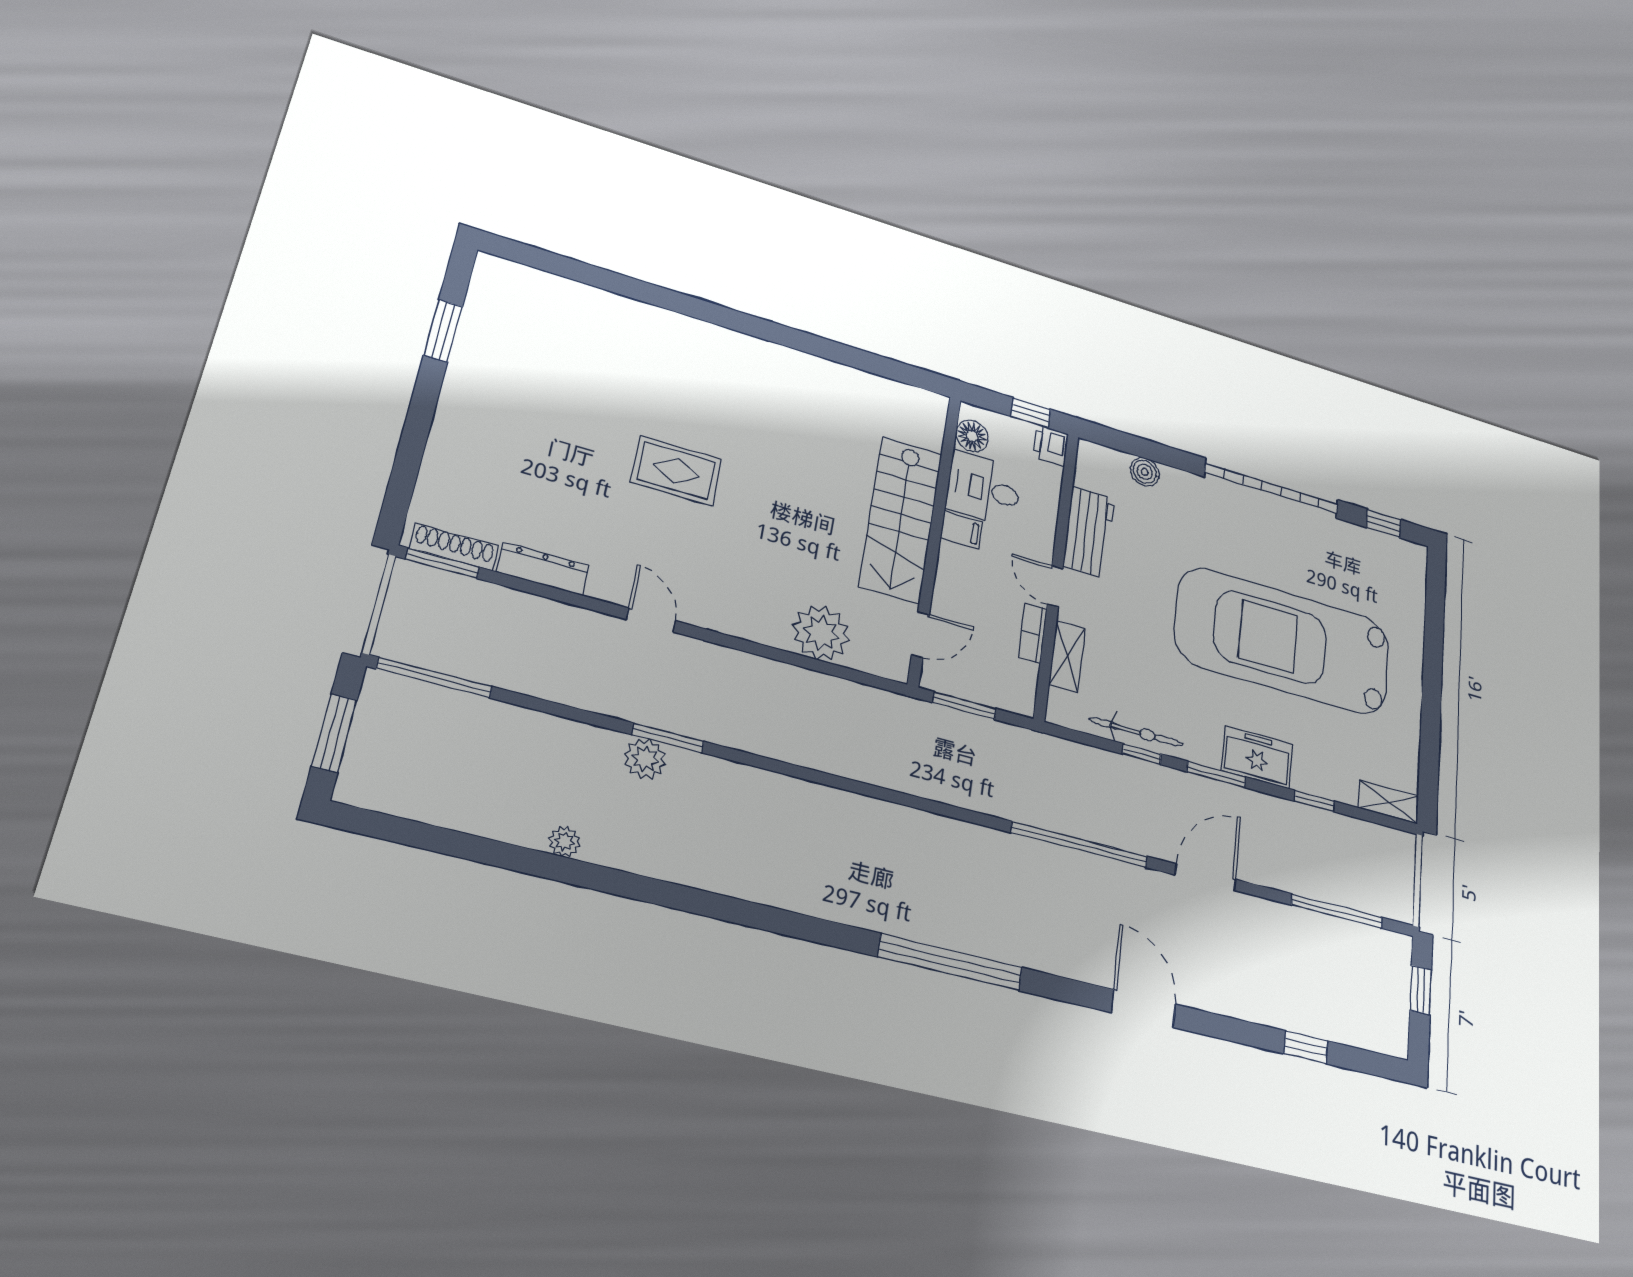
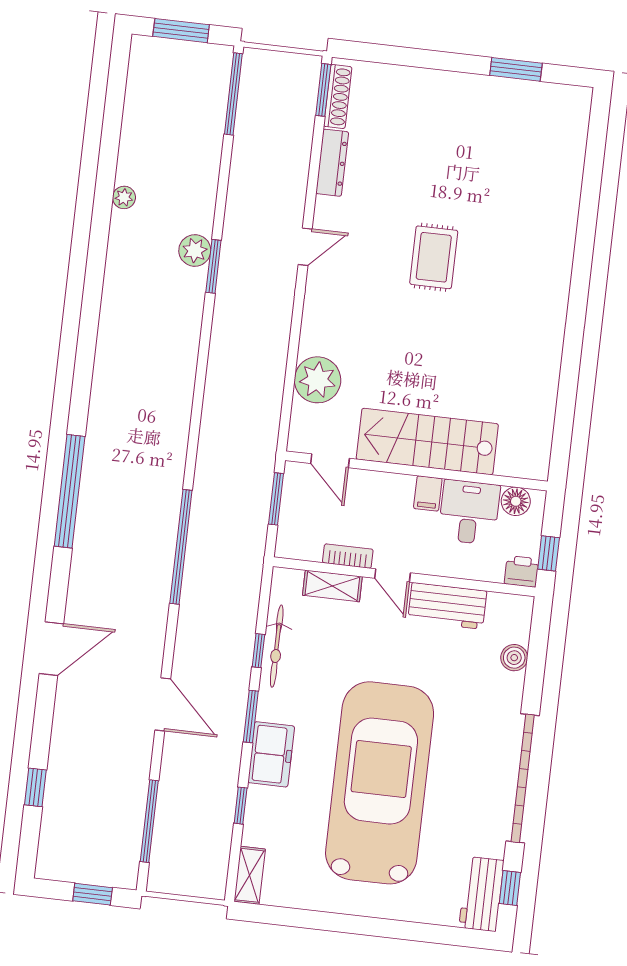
workbench: (1391, 554) -> (482, 894), added
door: (1055, 586) -> (392, 575), swing flipped
window: (1080, 845) -> (181, 547), moved

